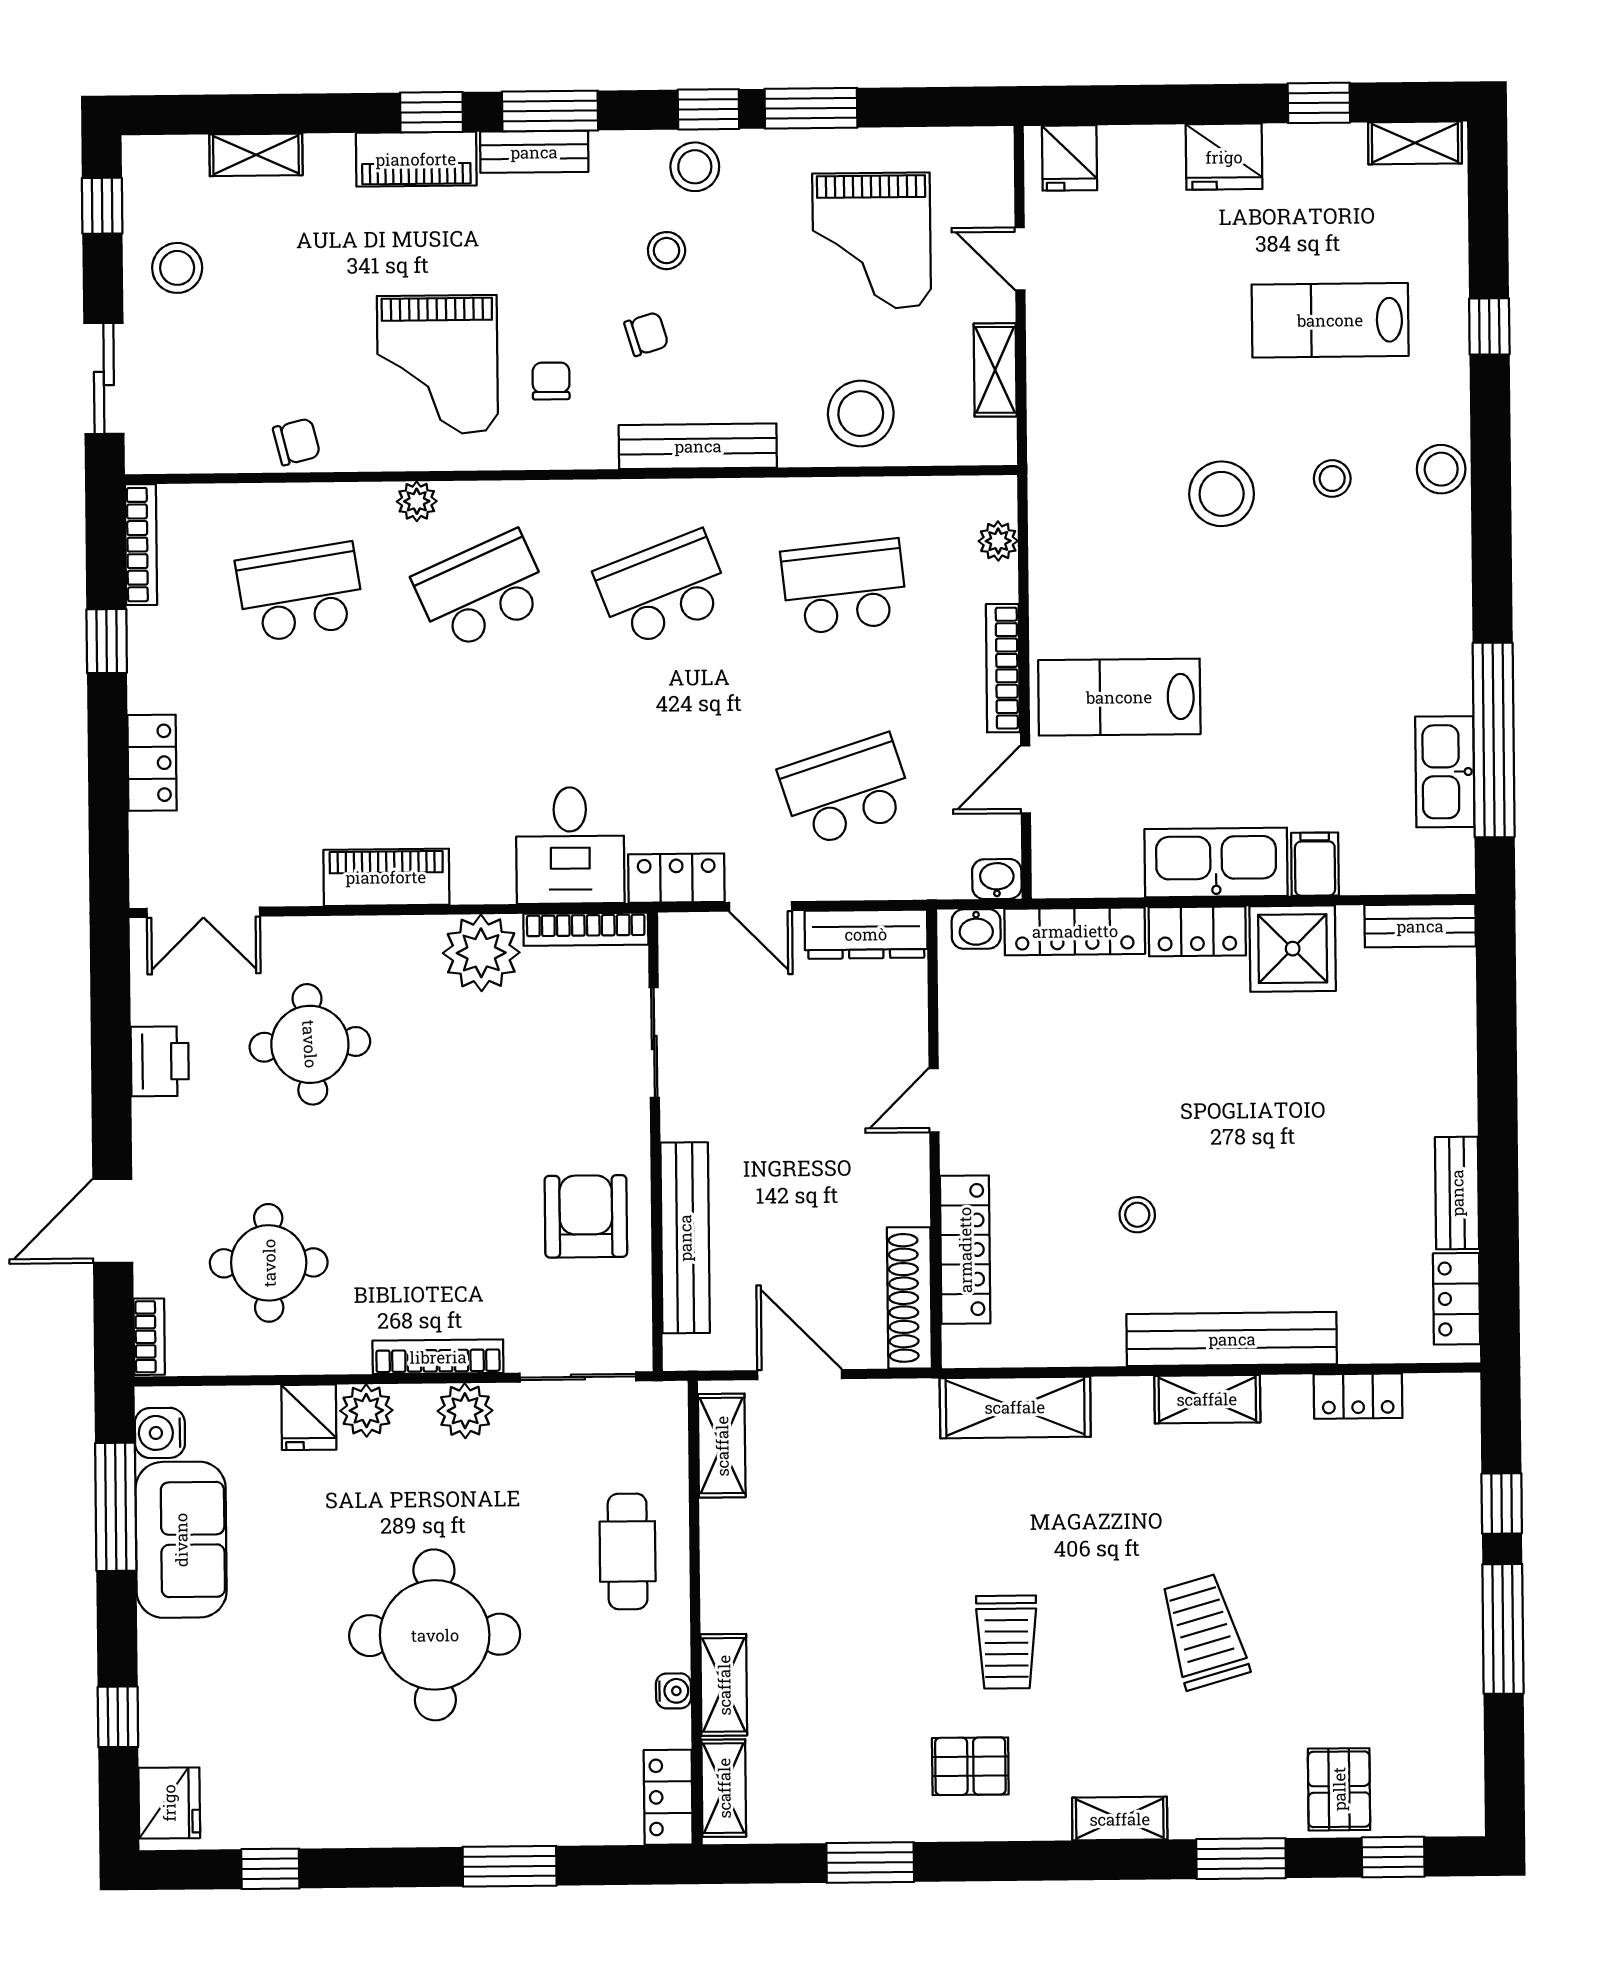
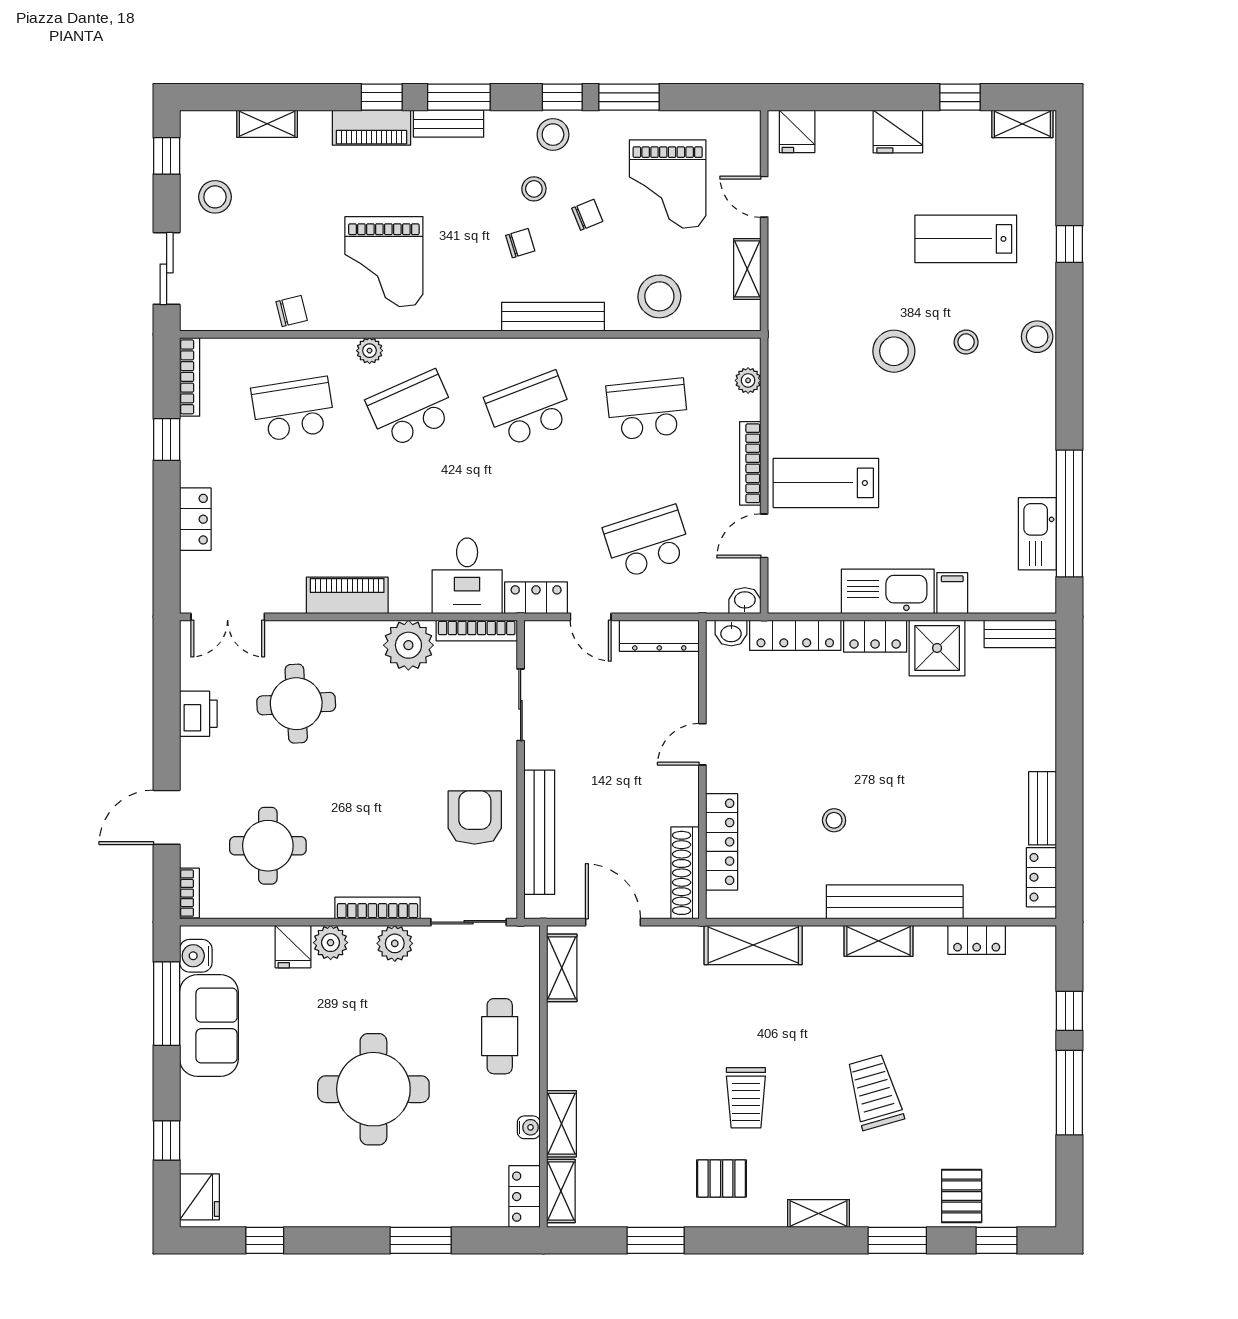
chair: (551, 381) -> (587, 215), moved, turned 68

